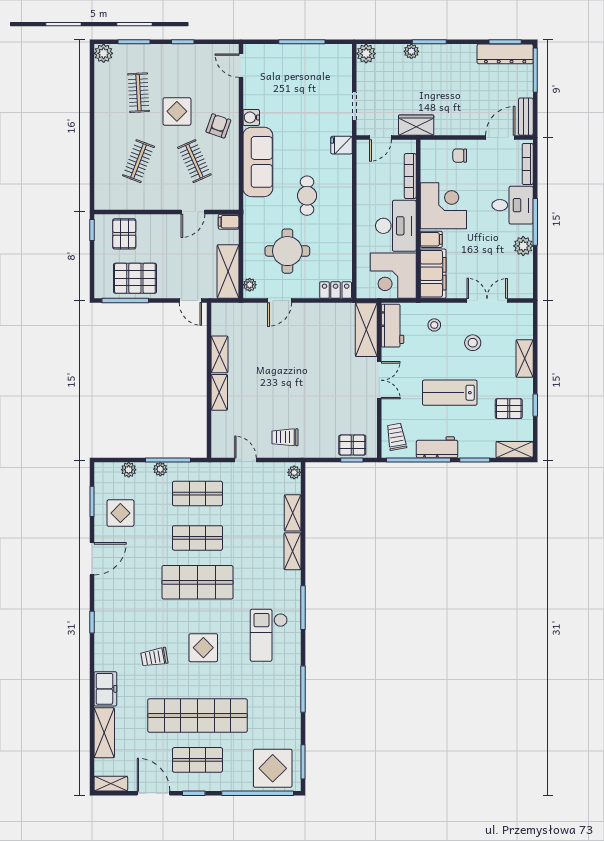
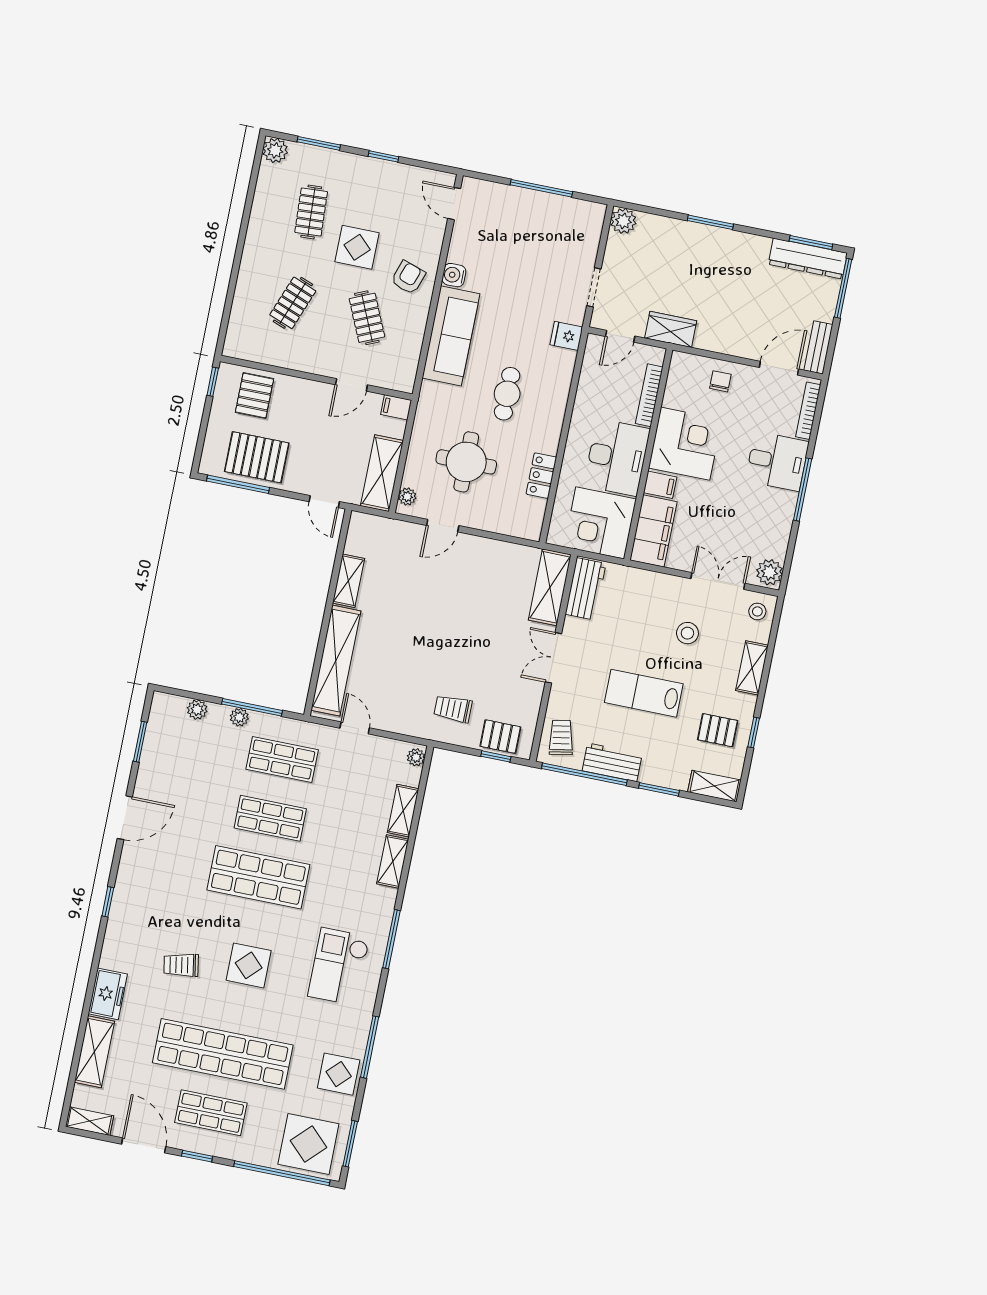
plant: (411, 51) -> (684, 230), removed
chair: (460, 156) -> (720, 381), turned 90
plant: (523, 246) -> (770, 572), moved
locker: (336, 290) -> (541, 476), moved, turned -90
stool: (434, 325) -> (757, 611), moved
double door: (379, 380) -> (553, 658), swing flipped
shelving: (219, 392) -> (336, 661), width x2.20, depth x1.33
trolley: (285, 437) -> (453, 709), moved
display table: (120, 513) -> (339, 1074), moved

